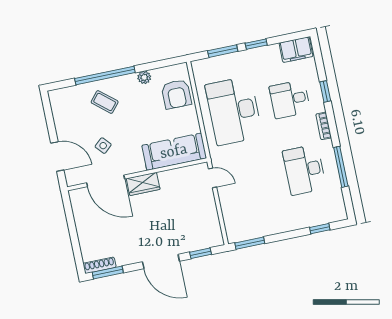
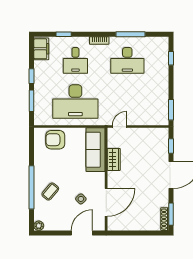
plant: (144, 77) -> (39, 226), moved
window: (325, 91) -> (64, 34), moved
armchair: (176, 94) -> (55, 140), turned 180
wardrobe: (143, 184) -> (114, 159), moved

